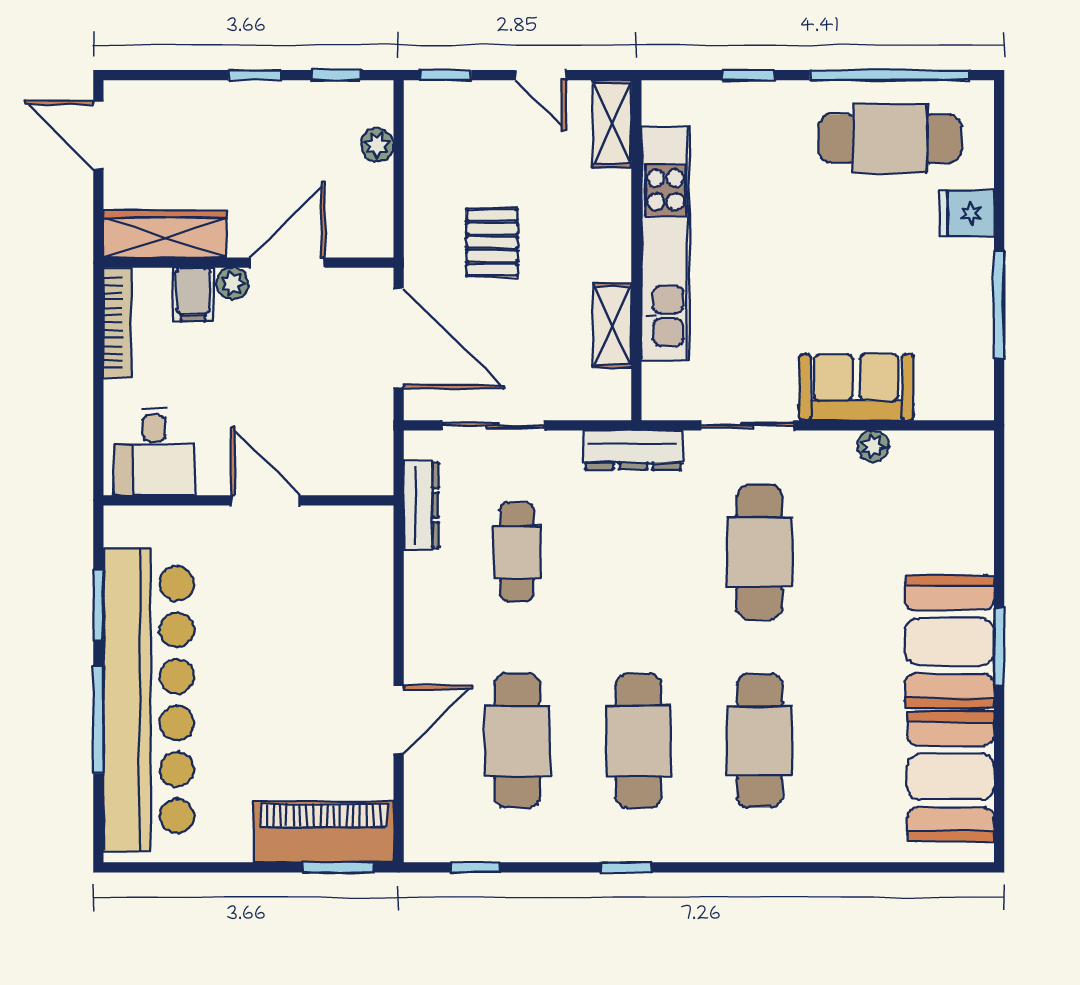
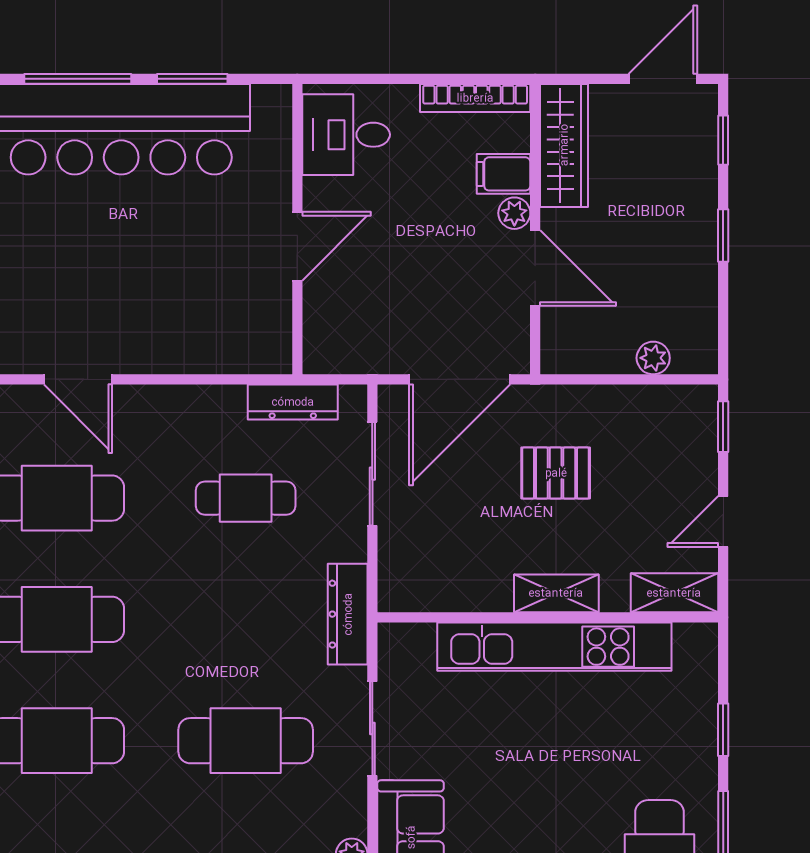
window: (336, 75) -> (723, 140), moved
shelving: (612, 326) -> (556, 593), moved

